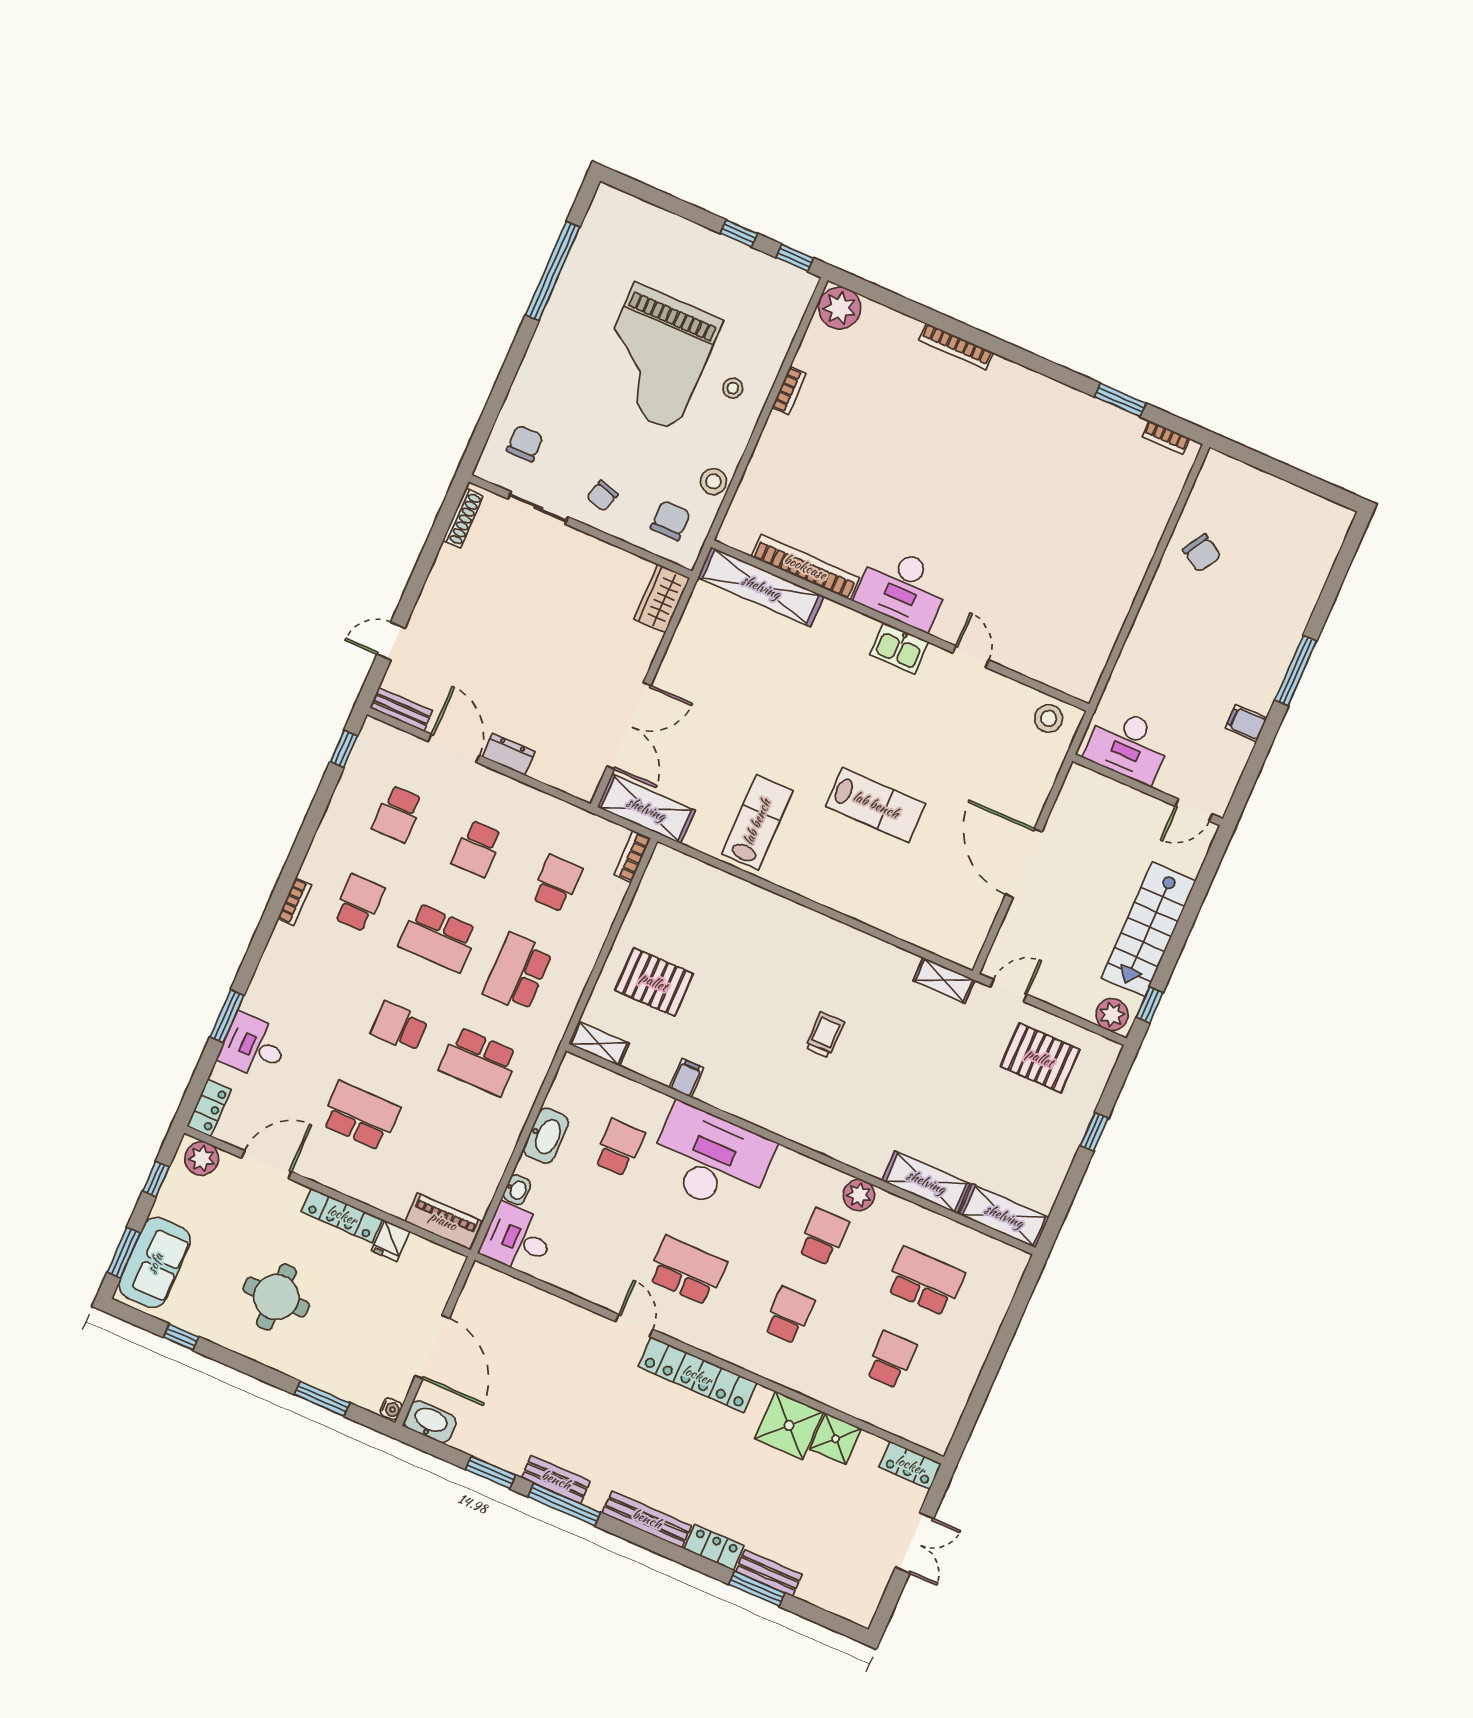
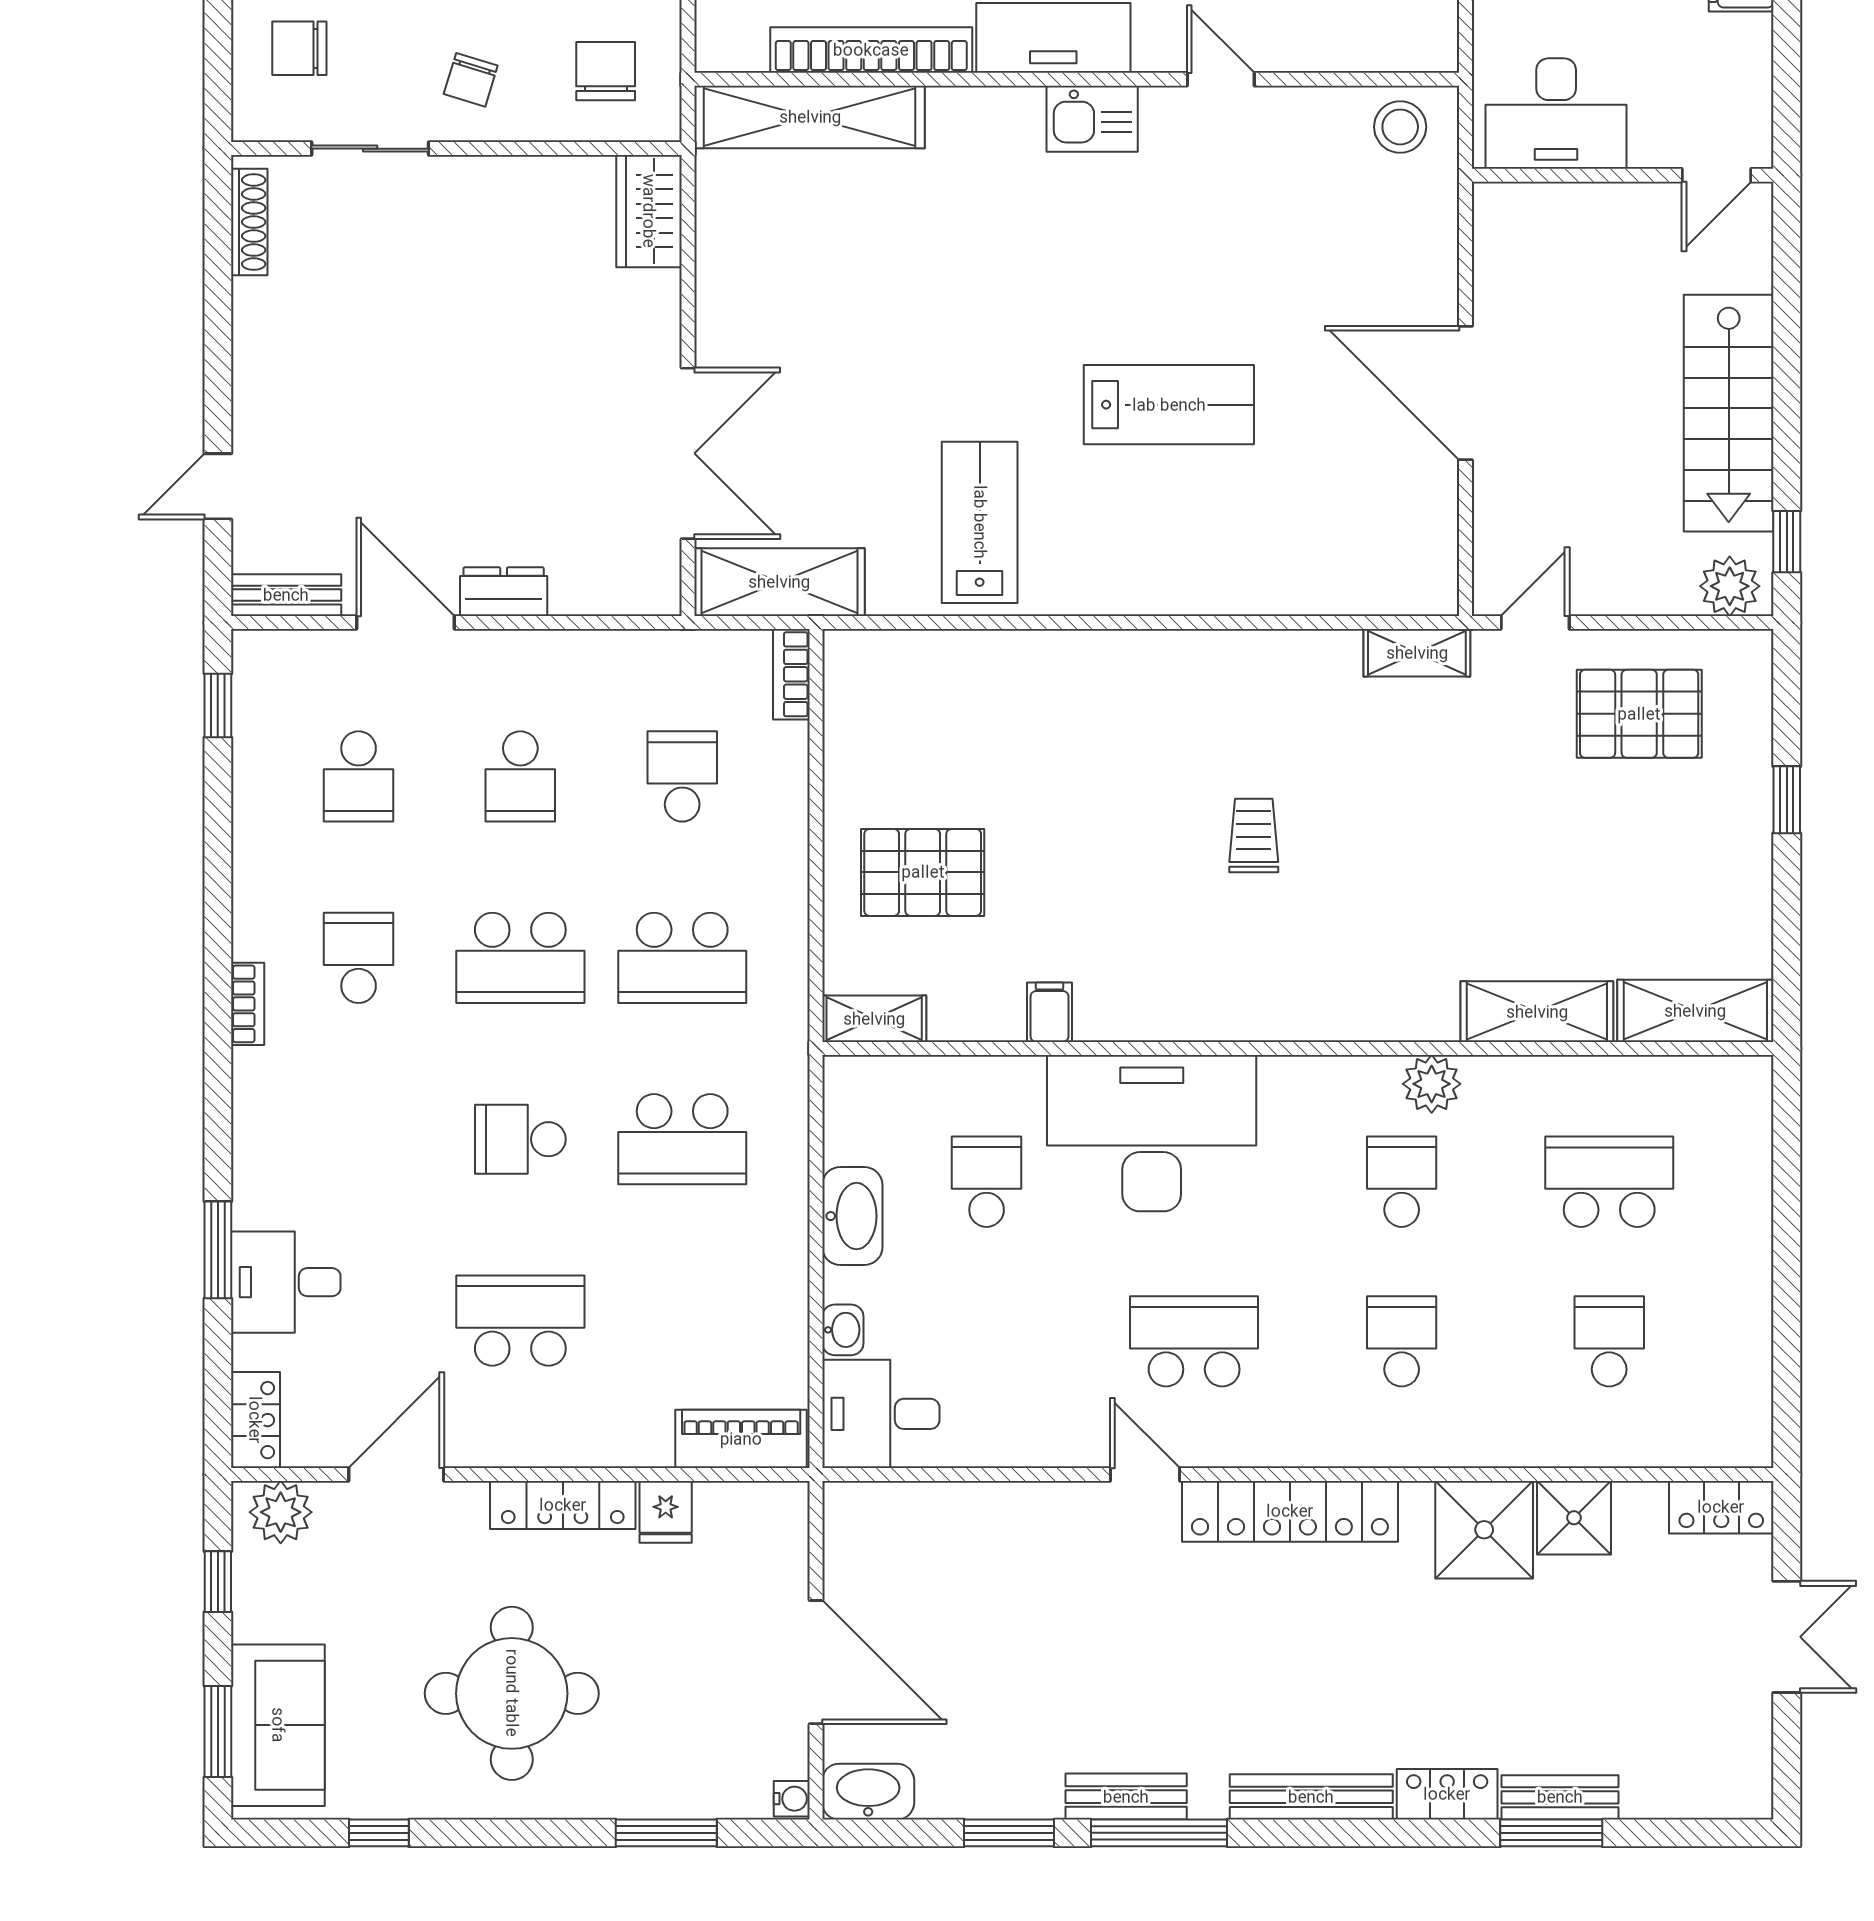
chair: (525, 443) -> (299, 48), turned -90
school desk: (518, 972) -> (682, 958), turned -90
round table: (276, 1297) -> (512, 1693), width x1.36, depth x1.36

